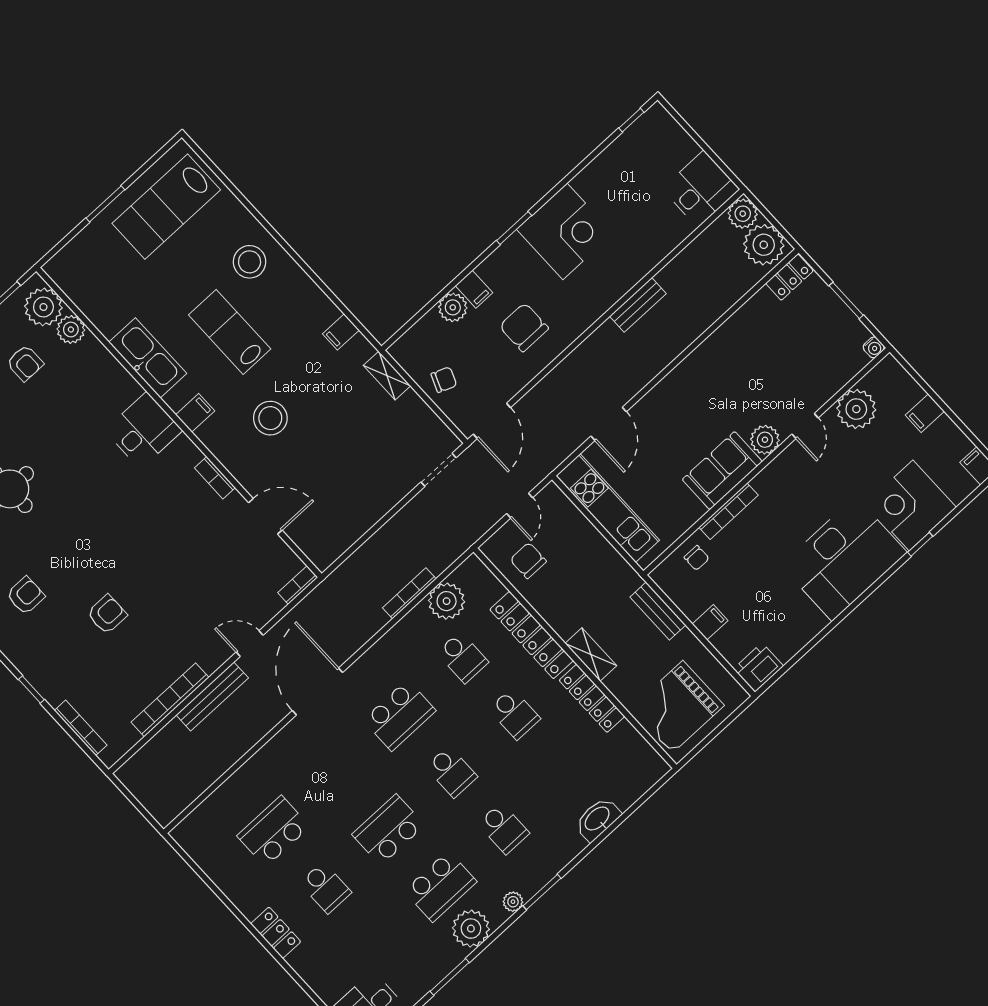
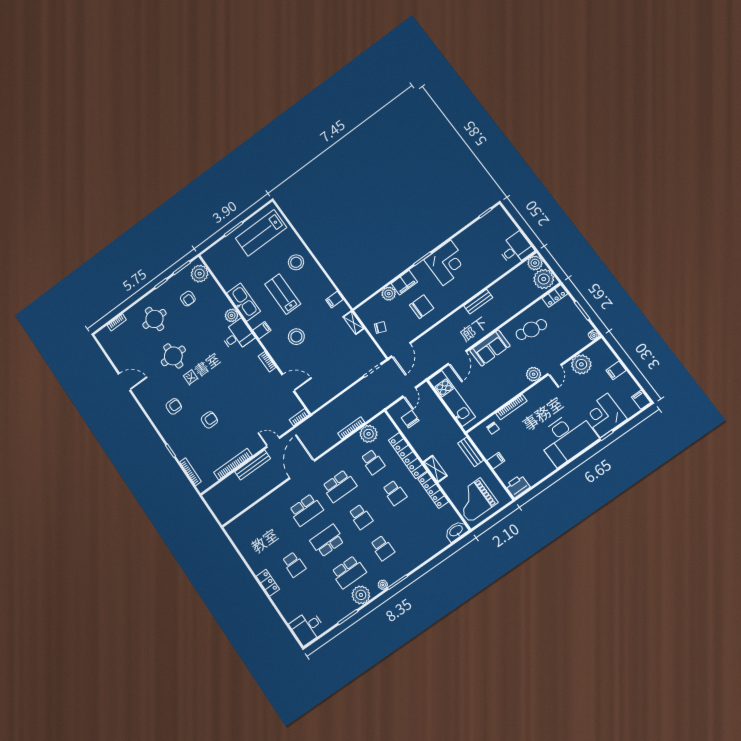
filing cabinet: (474, 289) -> (404, 283), width x2.00
chair: (524, 327) -> (422, 307), turned 90
plant: (71, 330) -> (231, 315), moved
cafe table: (750, 350) -> (531, 330), added
sofa: (722, 471) -> (490, 348), moved, turned 180
washbasin: (598, 819) -> (456, 531), moved
school desk: (273, 831) -> (306, 510), moved, turned 180

